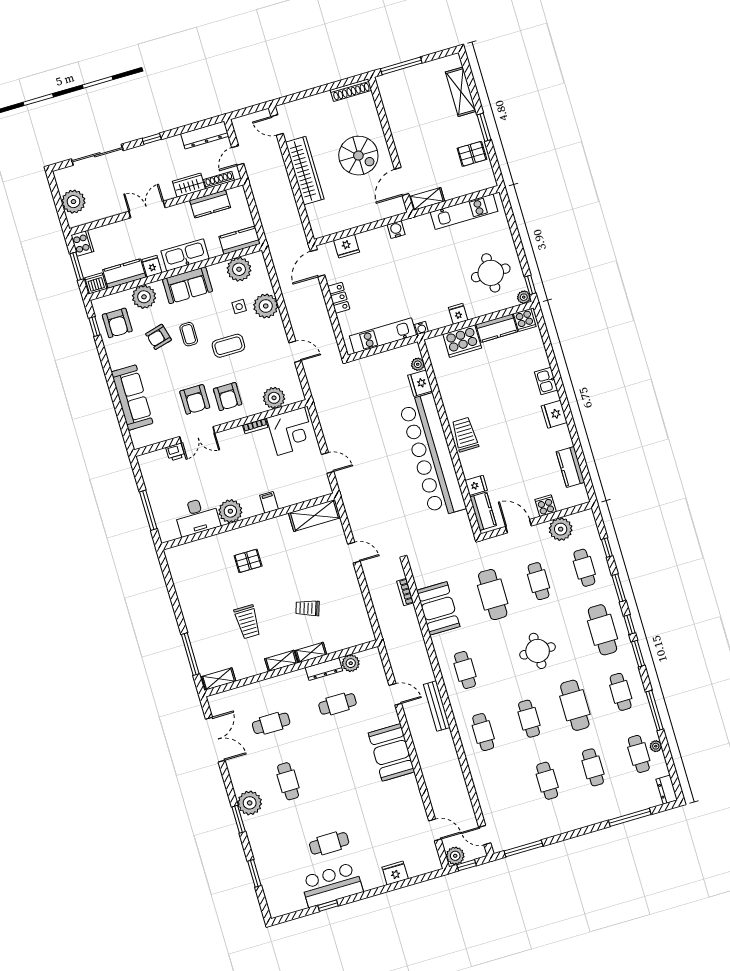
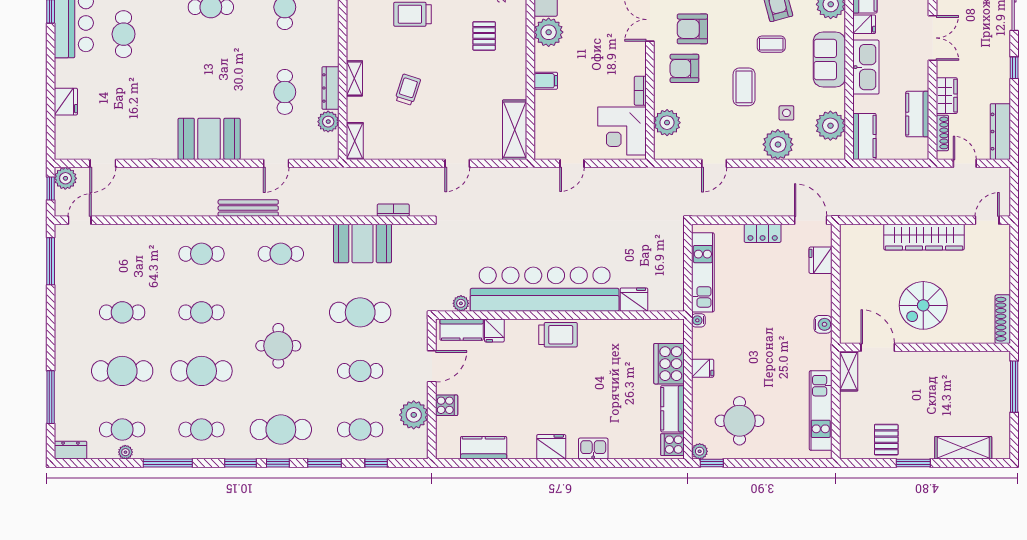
plant: (418, 364) -> (461, 303), moved
shelving: (281, 661) -> (355, 141), moved
cafe table: (593, 767) -> (122, 371), width x1.37, depth x1.35

